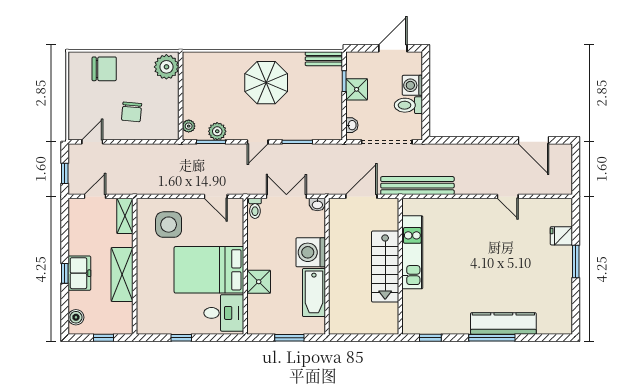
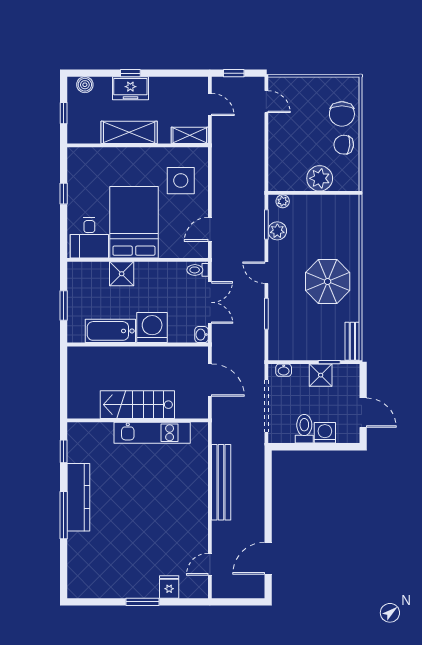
plant: (166, 67) -> (320, 178), moved
chair: (132, 112) -> (344, 145), moved
bench: (417, 186) -> (221, 482), moved
door: (508, 196) -> (210, 564), moved
kitchen counter: (503, 323) -> (78, 497), moved

